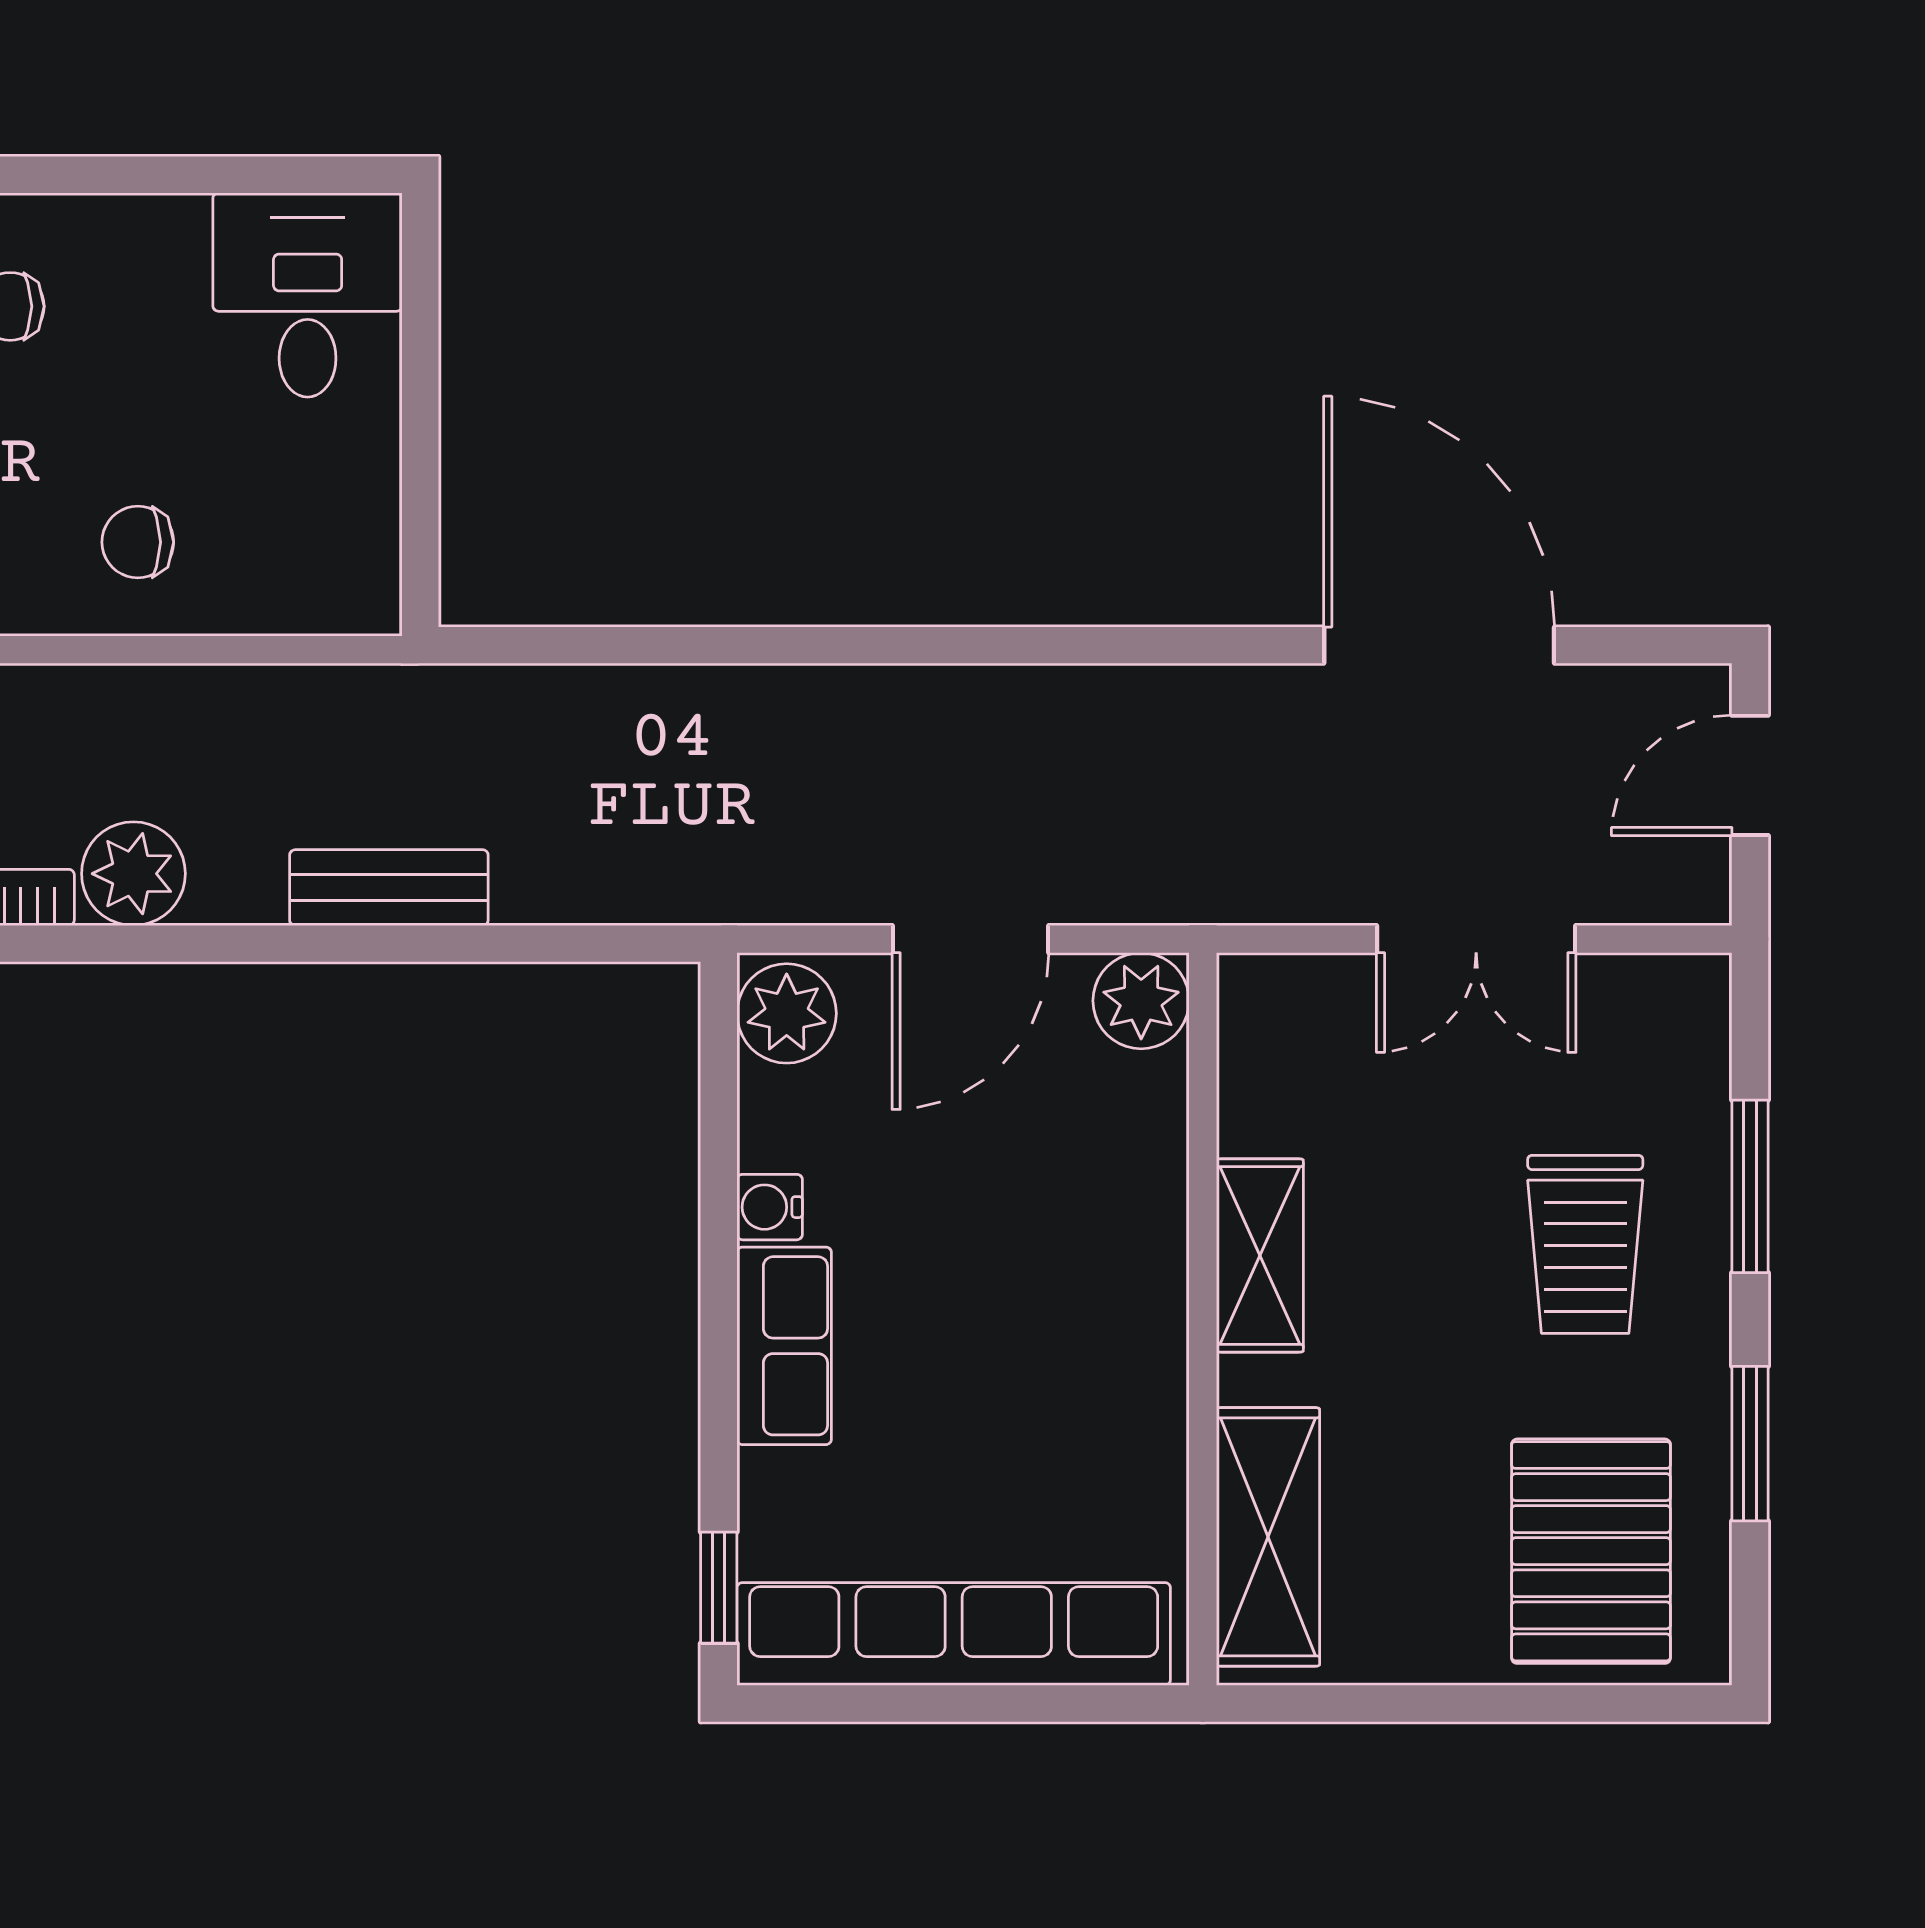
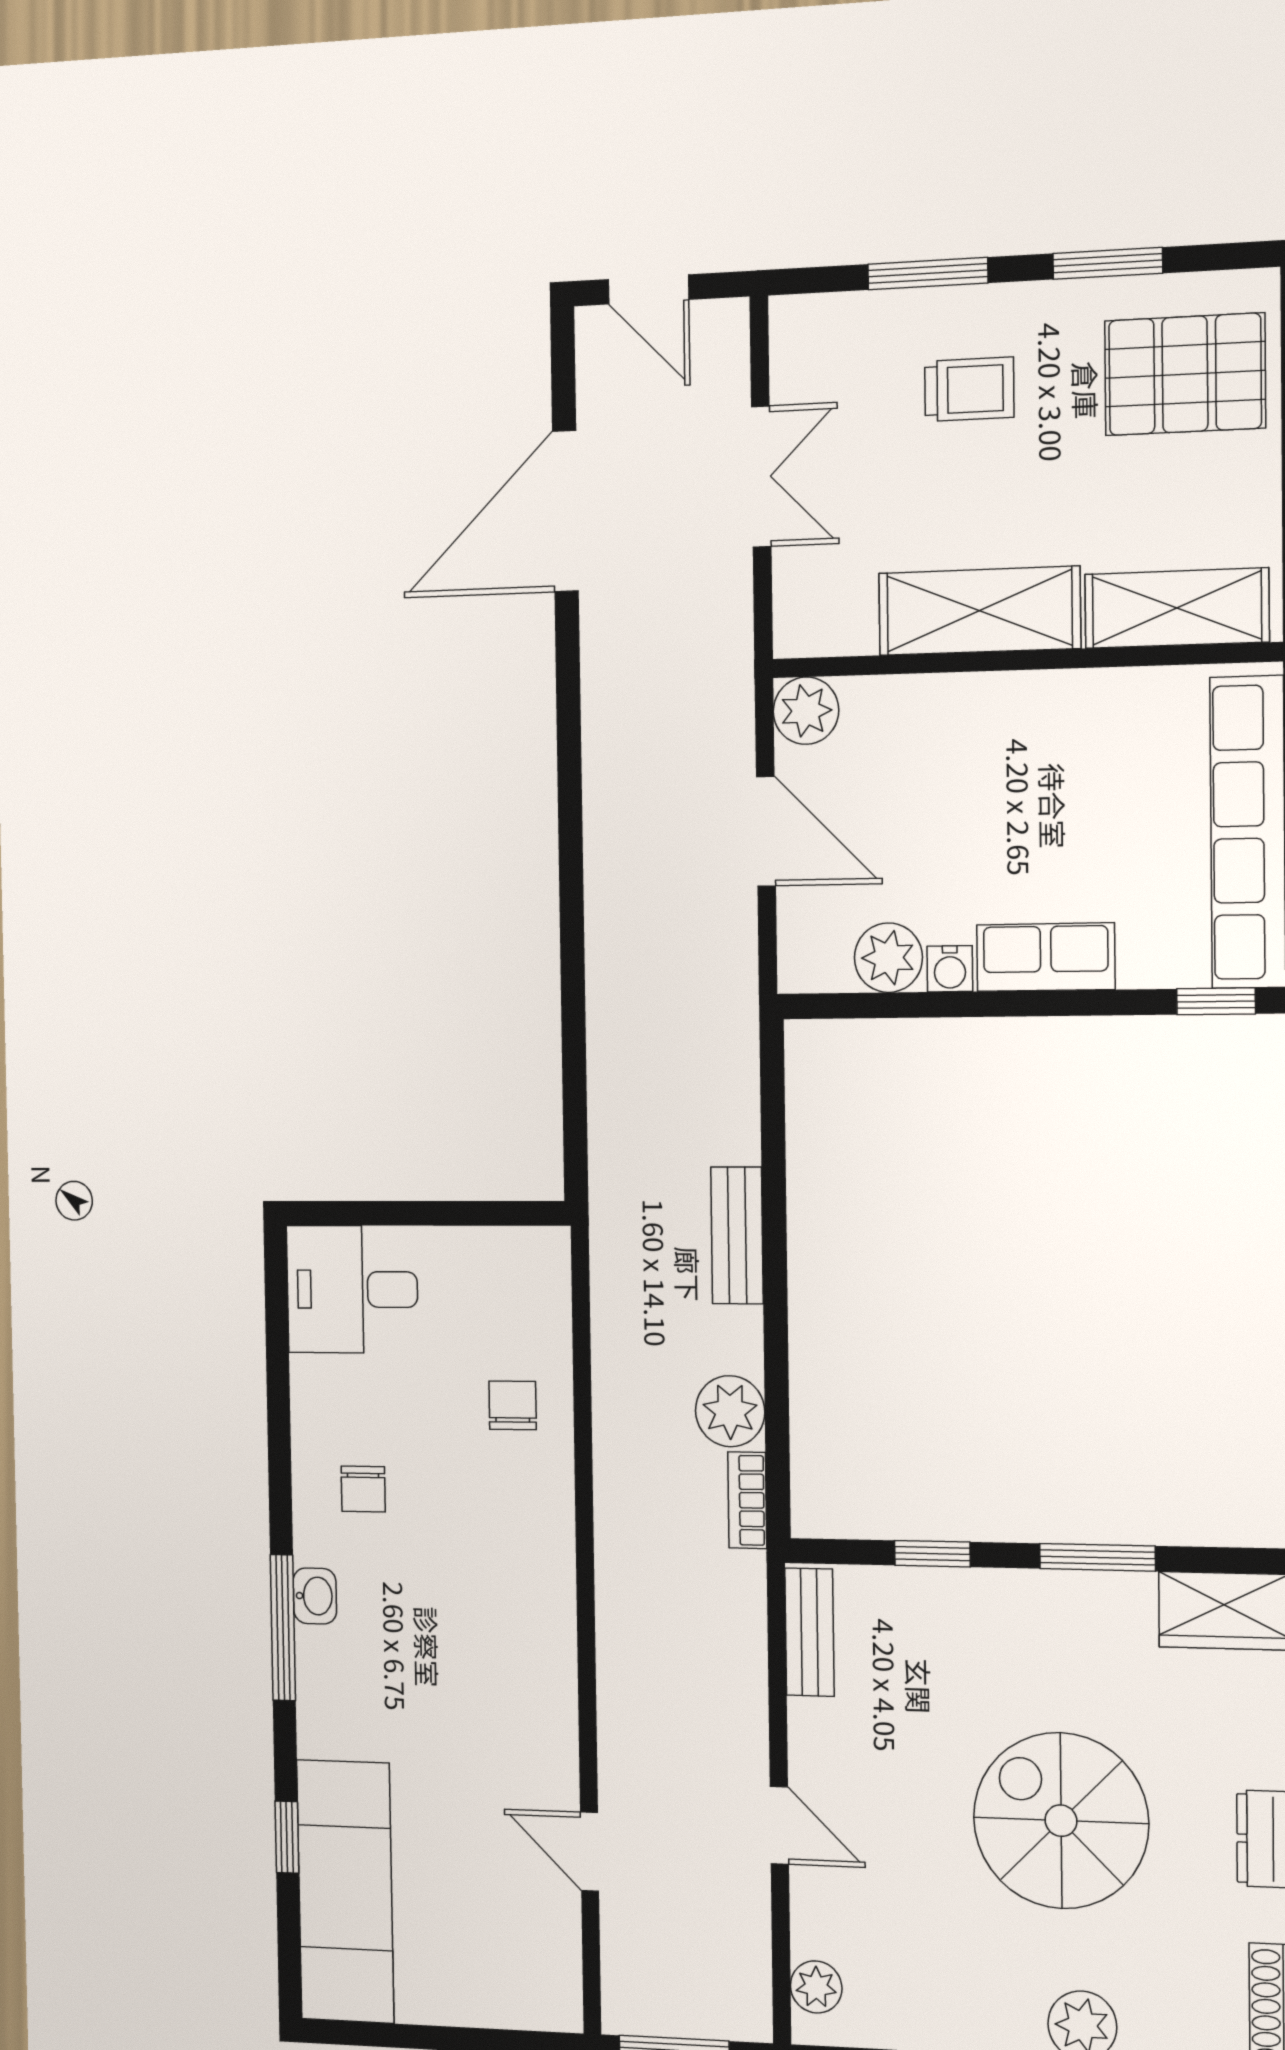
chair: (138, 542) -> (513, 1405), turned 180
plant: (787, 1013) -> (888, 958), moved
trolley: (1585, 1244) -> (969, 389), width x0.73, depth x0.72
shelving: (1260, 1255) -> (979, 611), width x1.50, depth x1.33

